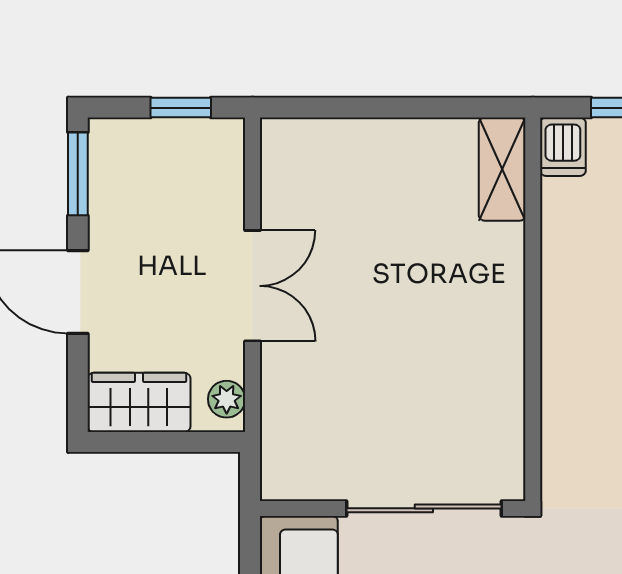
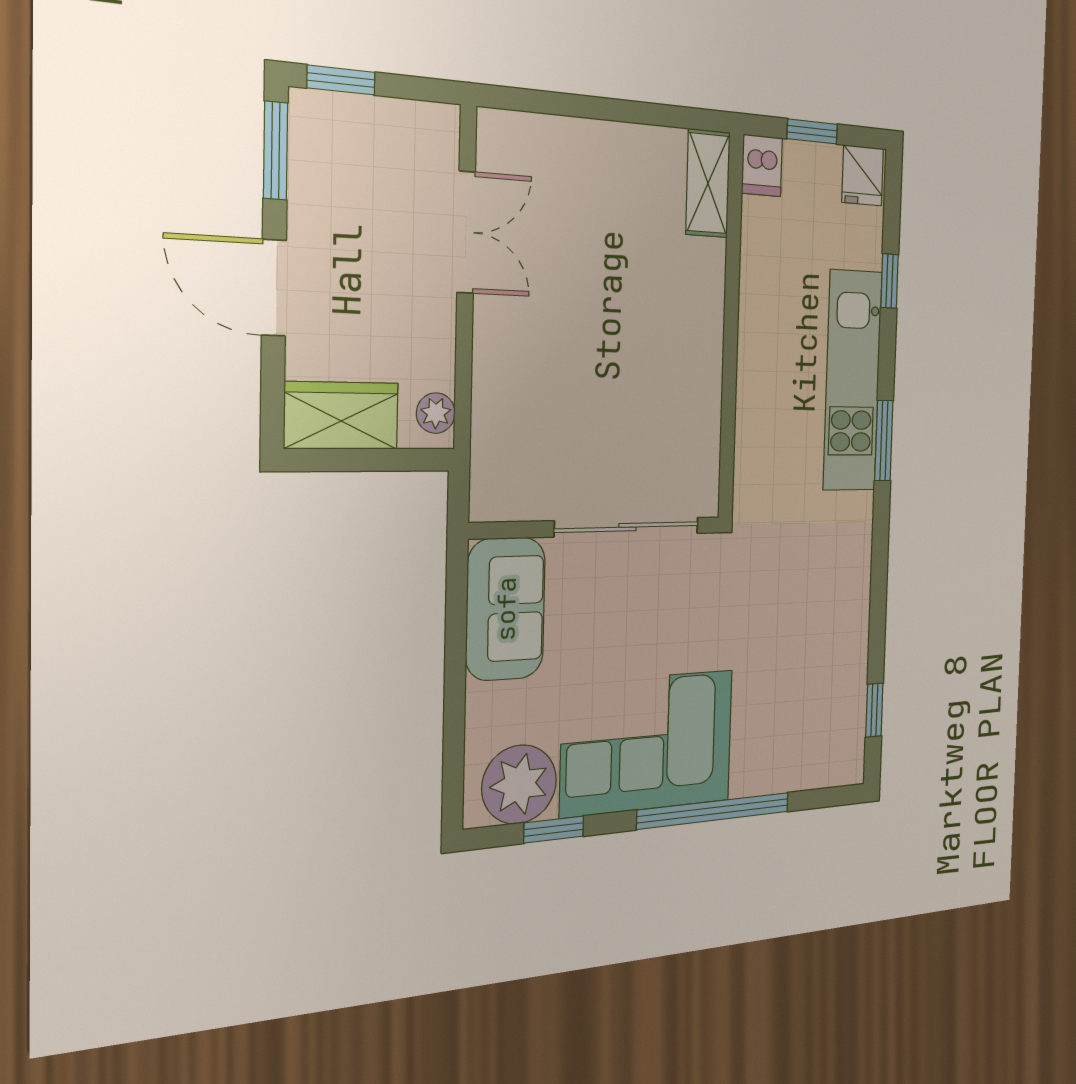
window: (181, 108) -> (341, 80), moved
double door: (252, 286) -> (466, 232), moved

